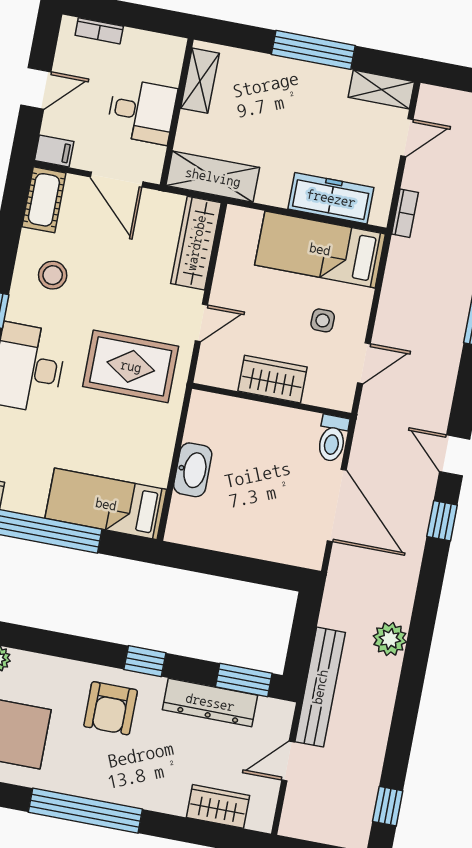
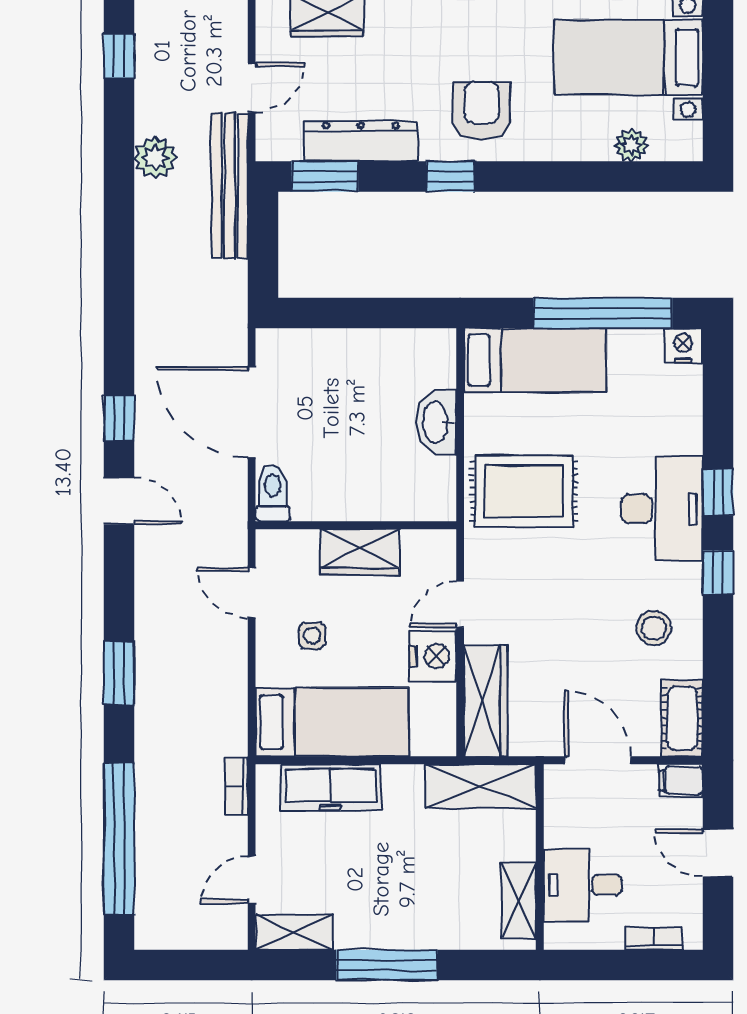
door: (36, 88) -> (718, 853), hinge flipped
desk: (142, 111) -> (583, 885), moved
nightstand: (231, 286) -> (433, 656), added
door: (364, 363) -> (252, 593), hinge flipped
rug: (131, 366) -> (524, 491), moved
plant: (390, 639) -> (155, 157), moved

